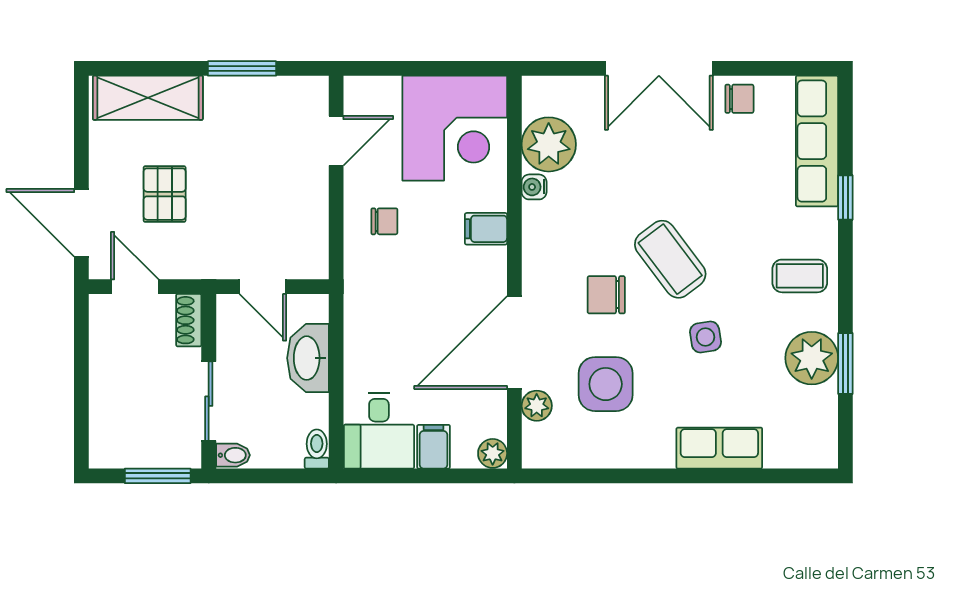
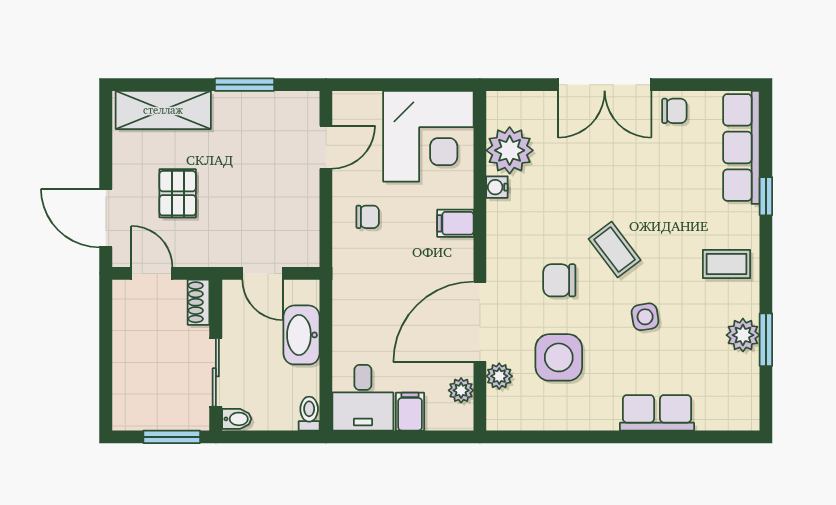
coffee table: (670, 259) -> (615, 250), width x0.73, depth x0.77
plant: (812, 358) -> (743, 335), width x0.73, depth x0.73
plant: (493, 453) -> (461, 390), moved

